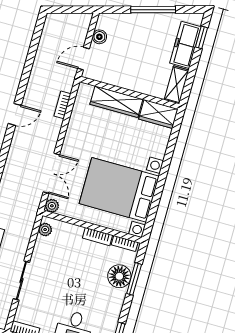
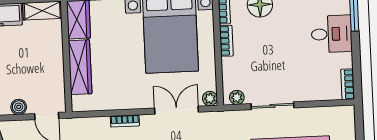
bookcase: (62, 105) -> (125, 121), moved
sliding door: (21, 280) -> (272, 106), moved

